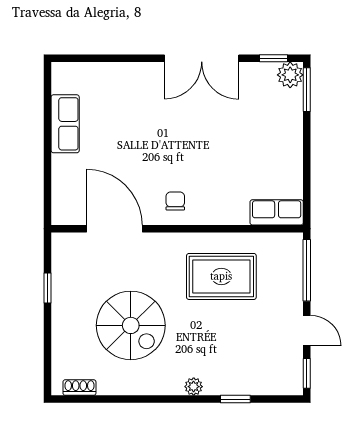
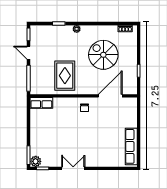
double door: (202, 58) -> (73, 168), width x0.73
row of seats: (65, 124) -> (131, 146), width x1.48
door: (114, 229) -> (110, 96), swing flipped
rug: (221, 276) -> (65, 76), turned 90

